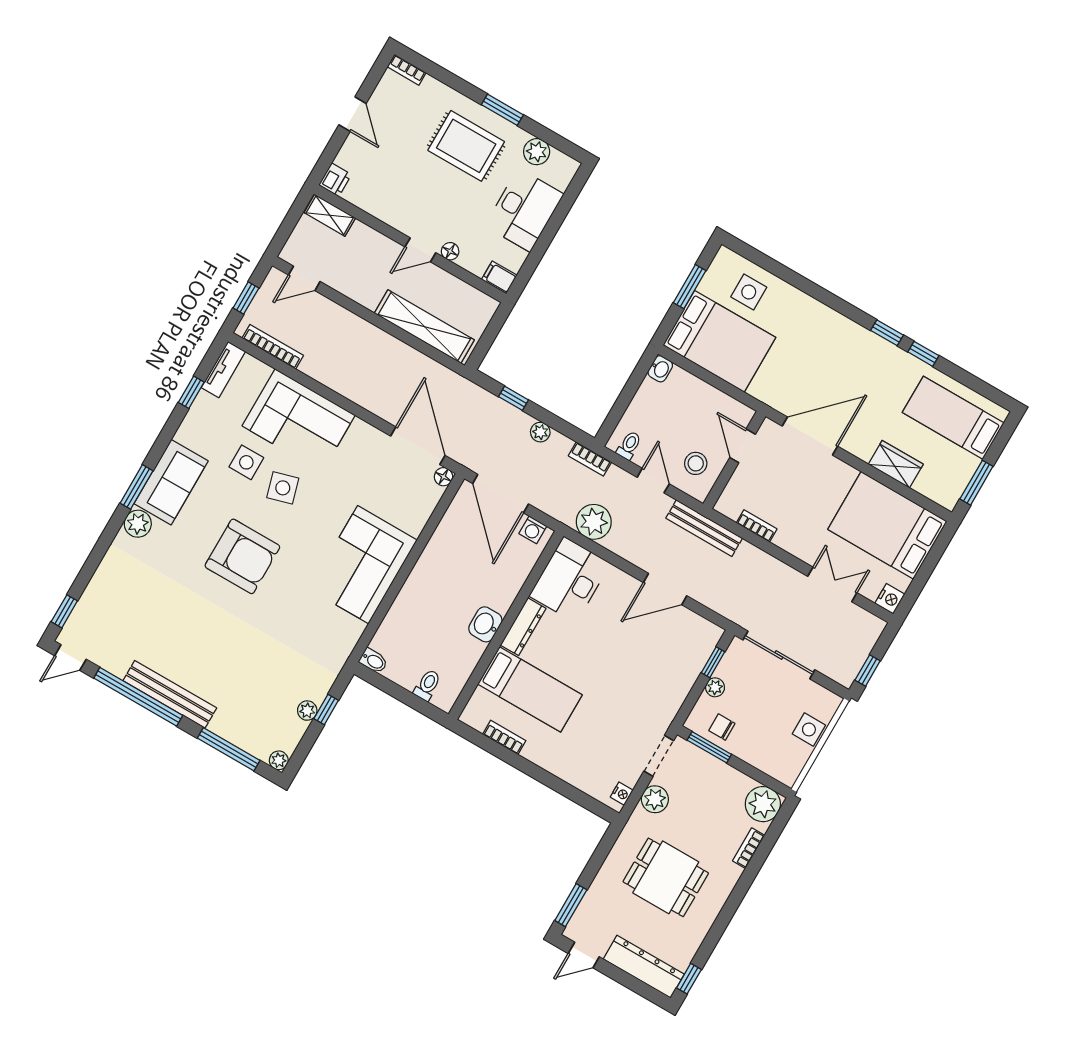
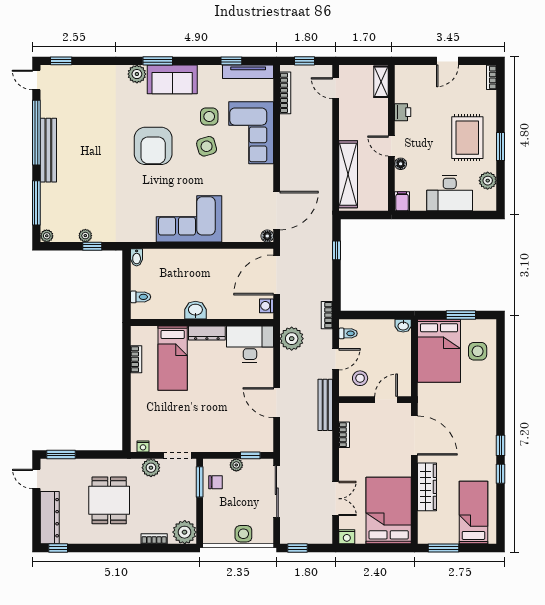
printer: (335, 180) -> (403, 112), moved, turned -90
tv unit: (223, 370) -> (248, 72), width x1.41
plant: (540, 432) -> (326, 277), removed
wardrobe: (896, 464) -> (427, 487), width x1.50
chair: (722, 727) -> (216, 482), turned 90

